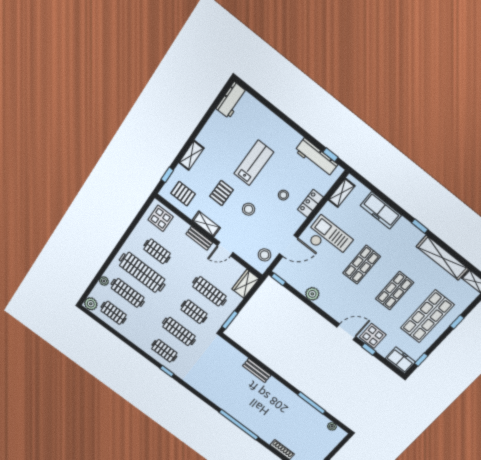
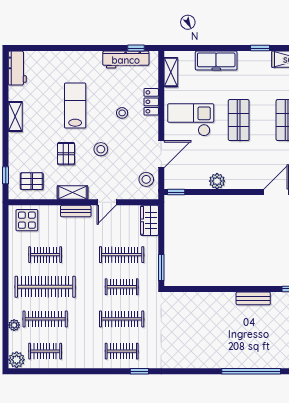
shelving: (191, 155) -> (15, 117), moved
bench: (257, 371) -> (253, 298), moved

